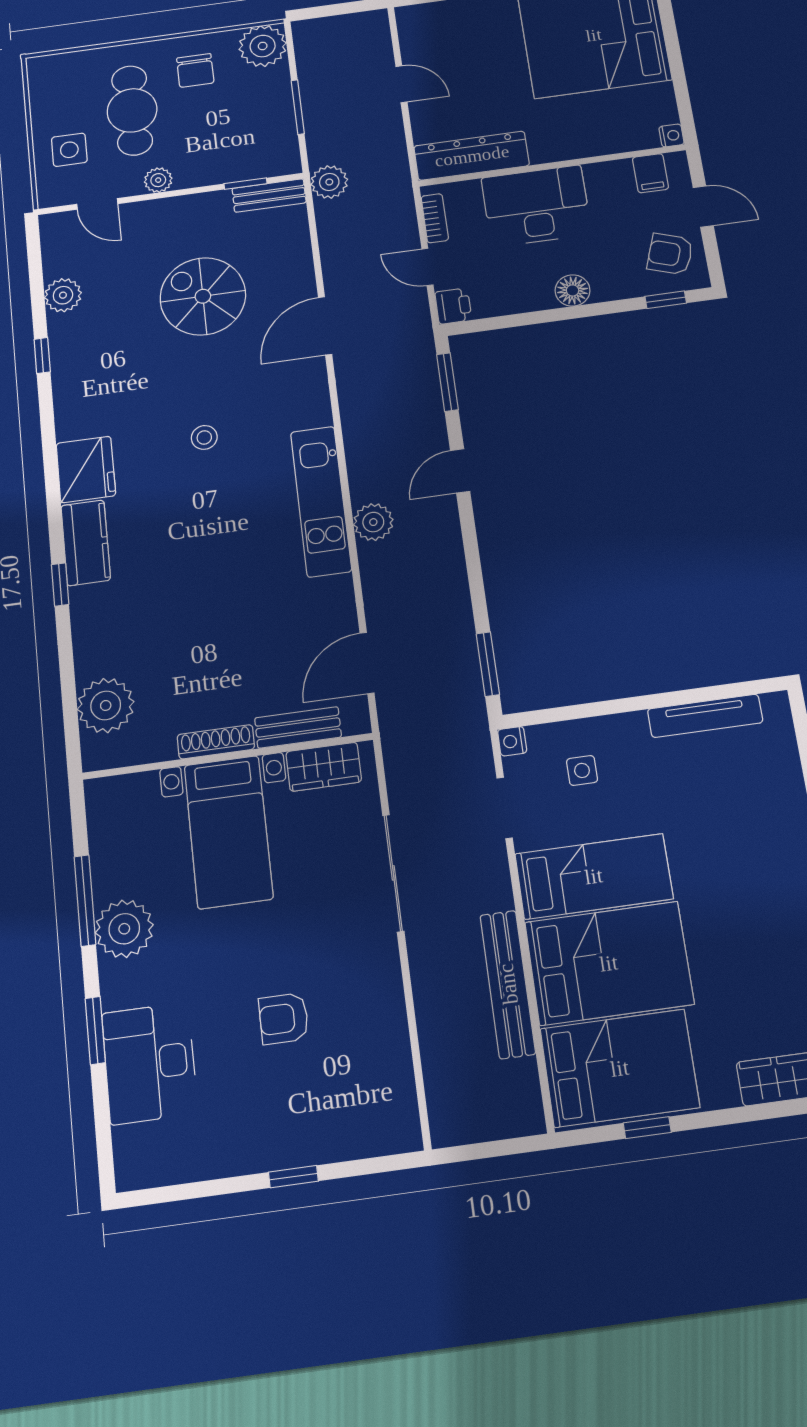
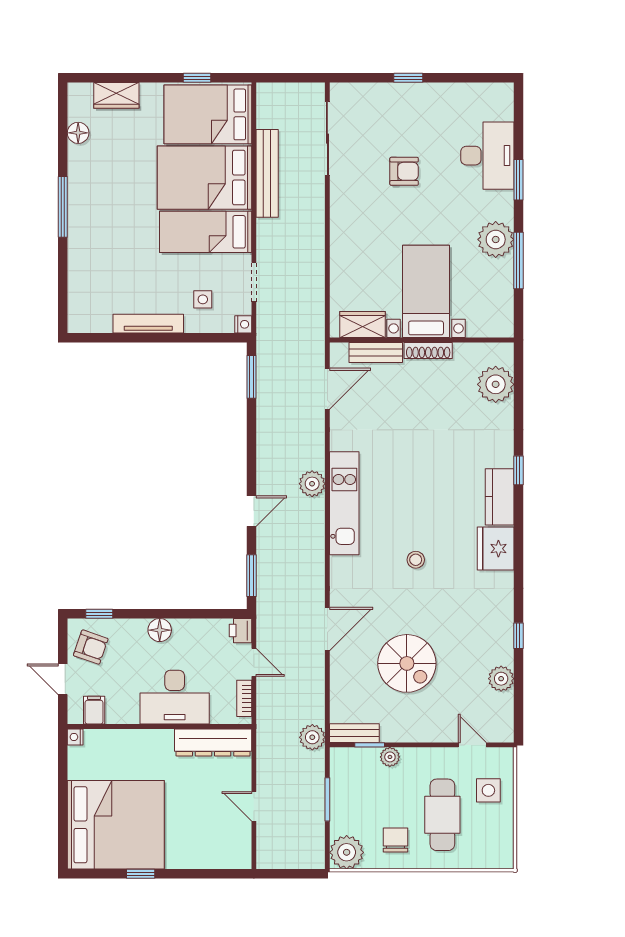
plant: (158, 180) -> (390, 757), moved
tv unit: (705, 716) -> (148, 324), moved
sliding door: (393, 873) -> (327, 139), moved

